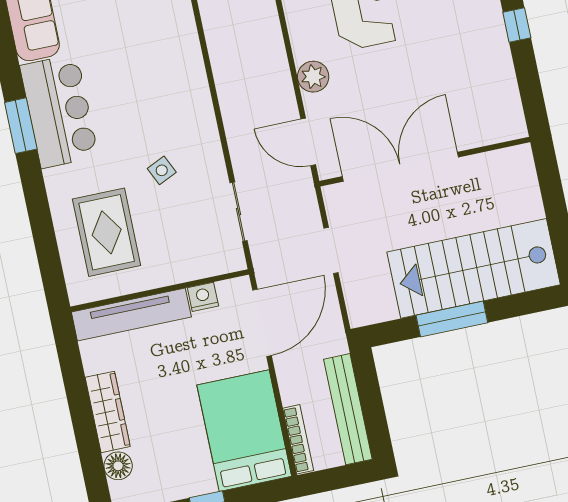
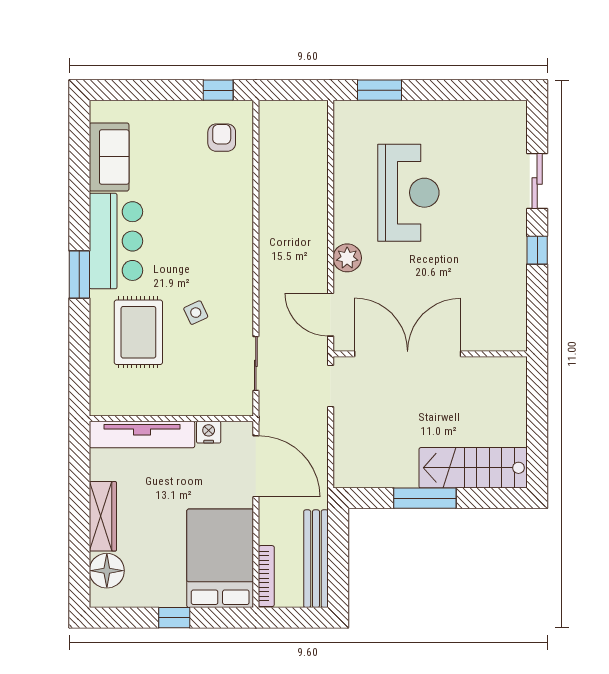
window: (21, 126) -> (79, 275), moved
rug: (107, 232) -> (138, 332), moved
doorway: (331, 250) -> (331, 386), moved
stairs: (474, 268) -> (473, 468), width x0.73, depth x0.66
door: (262, 323) -> (256, 466), hinge flipped
floor lamp: (118, 466) -> (107, 571), width x1.38, depth x1.38

